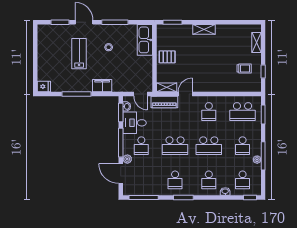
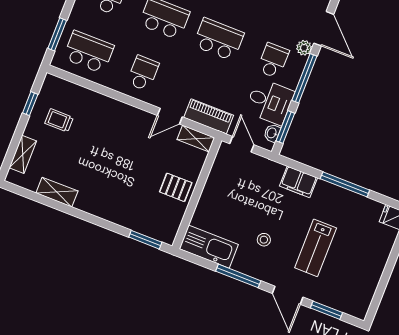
shelving: (204, 29) -> (57, 192), moved
kitchen sink: (145, 40) -> (209, 247), moved, turned -90

